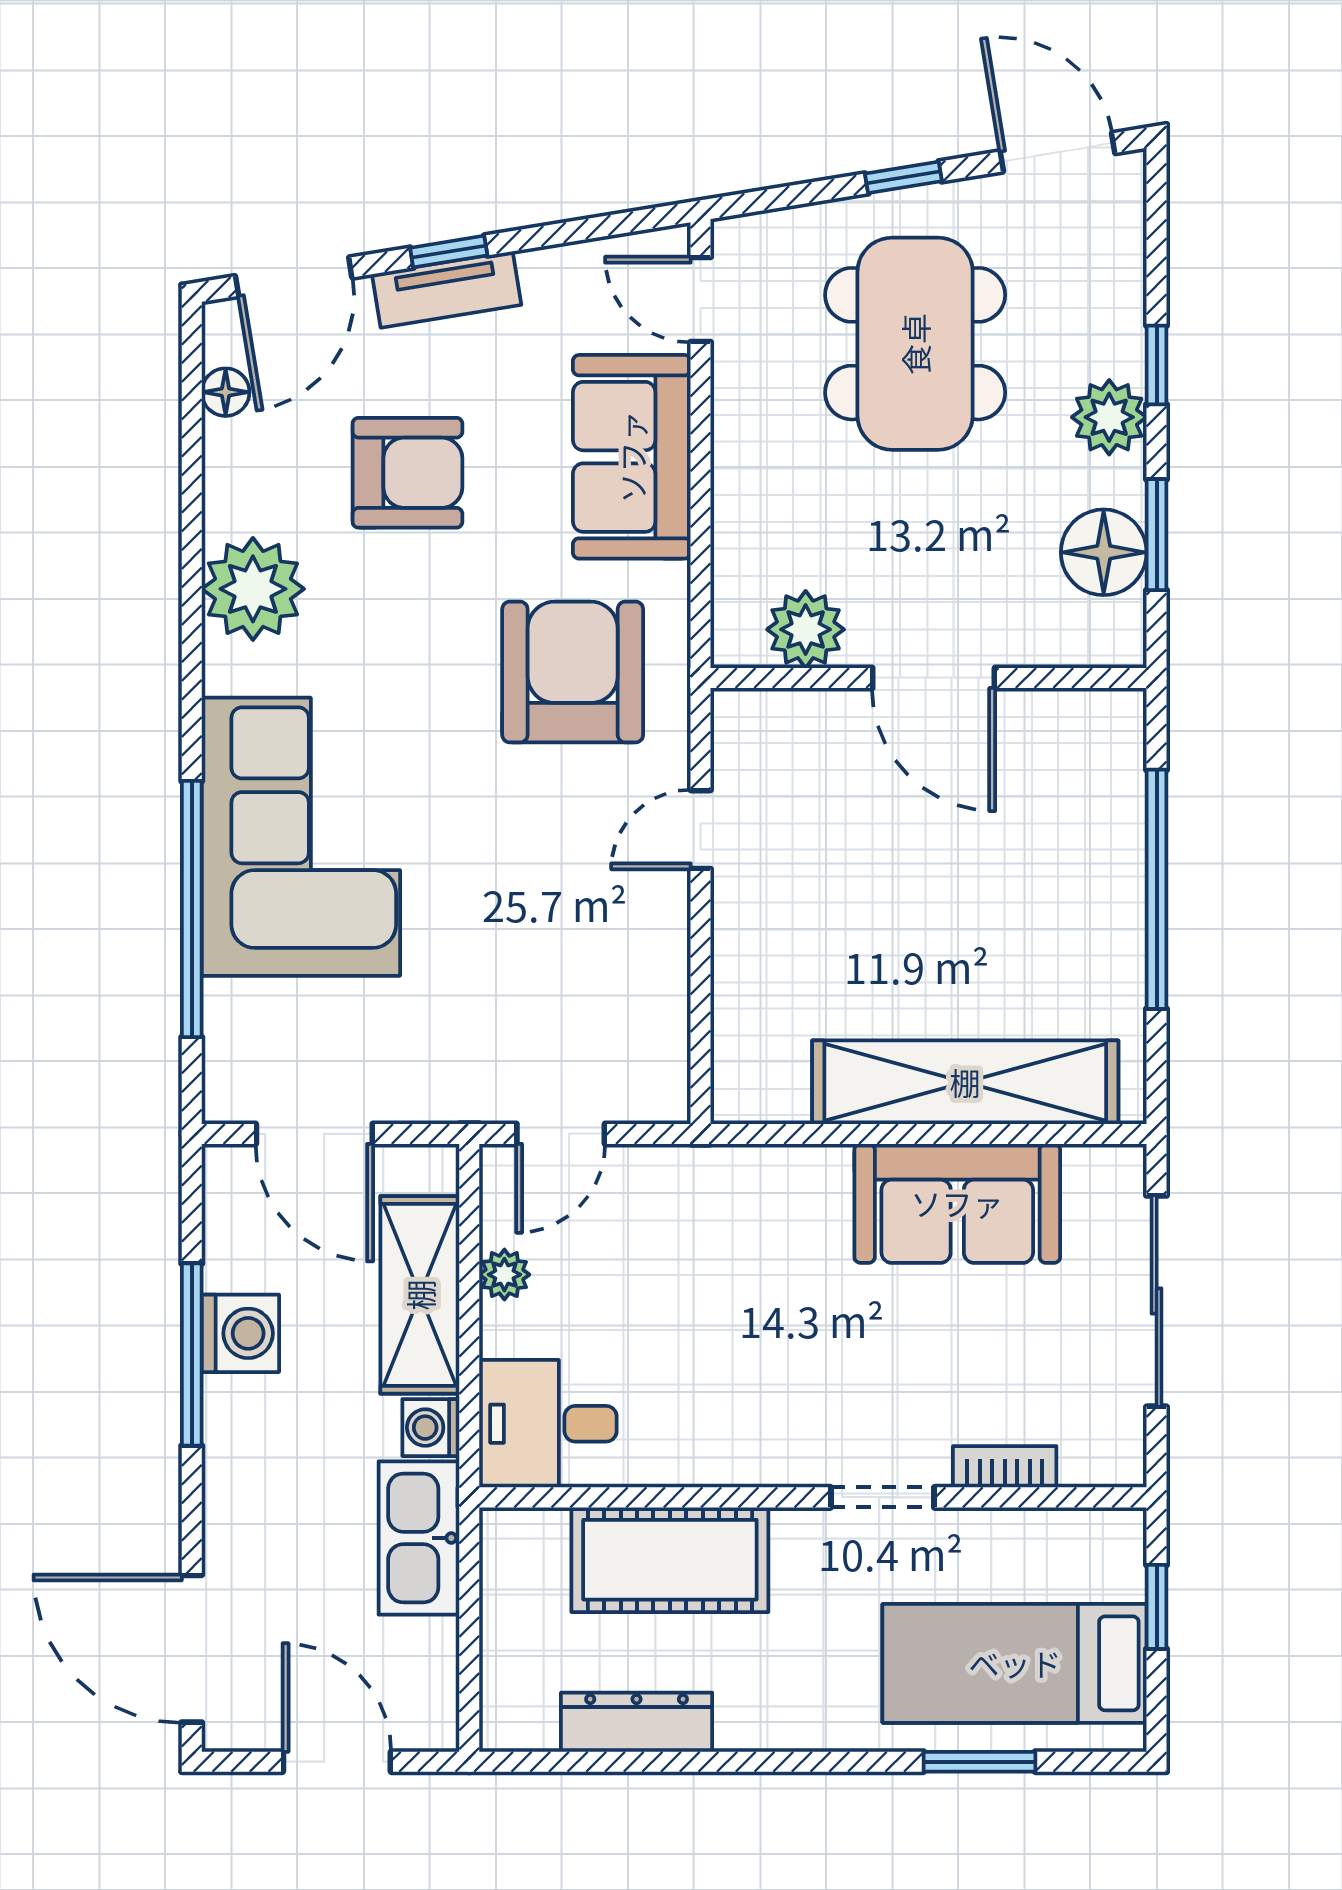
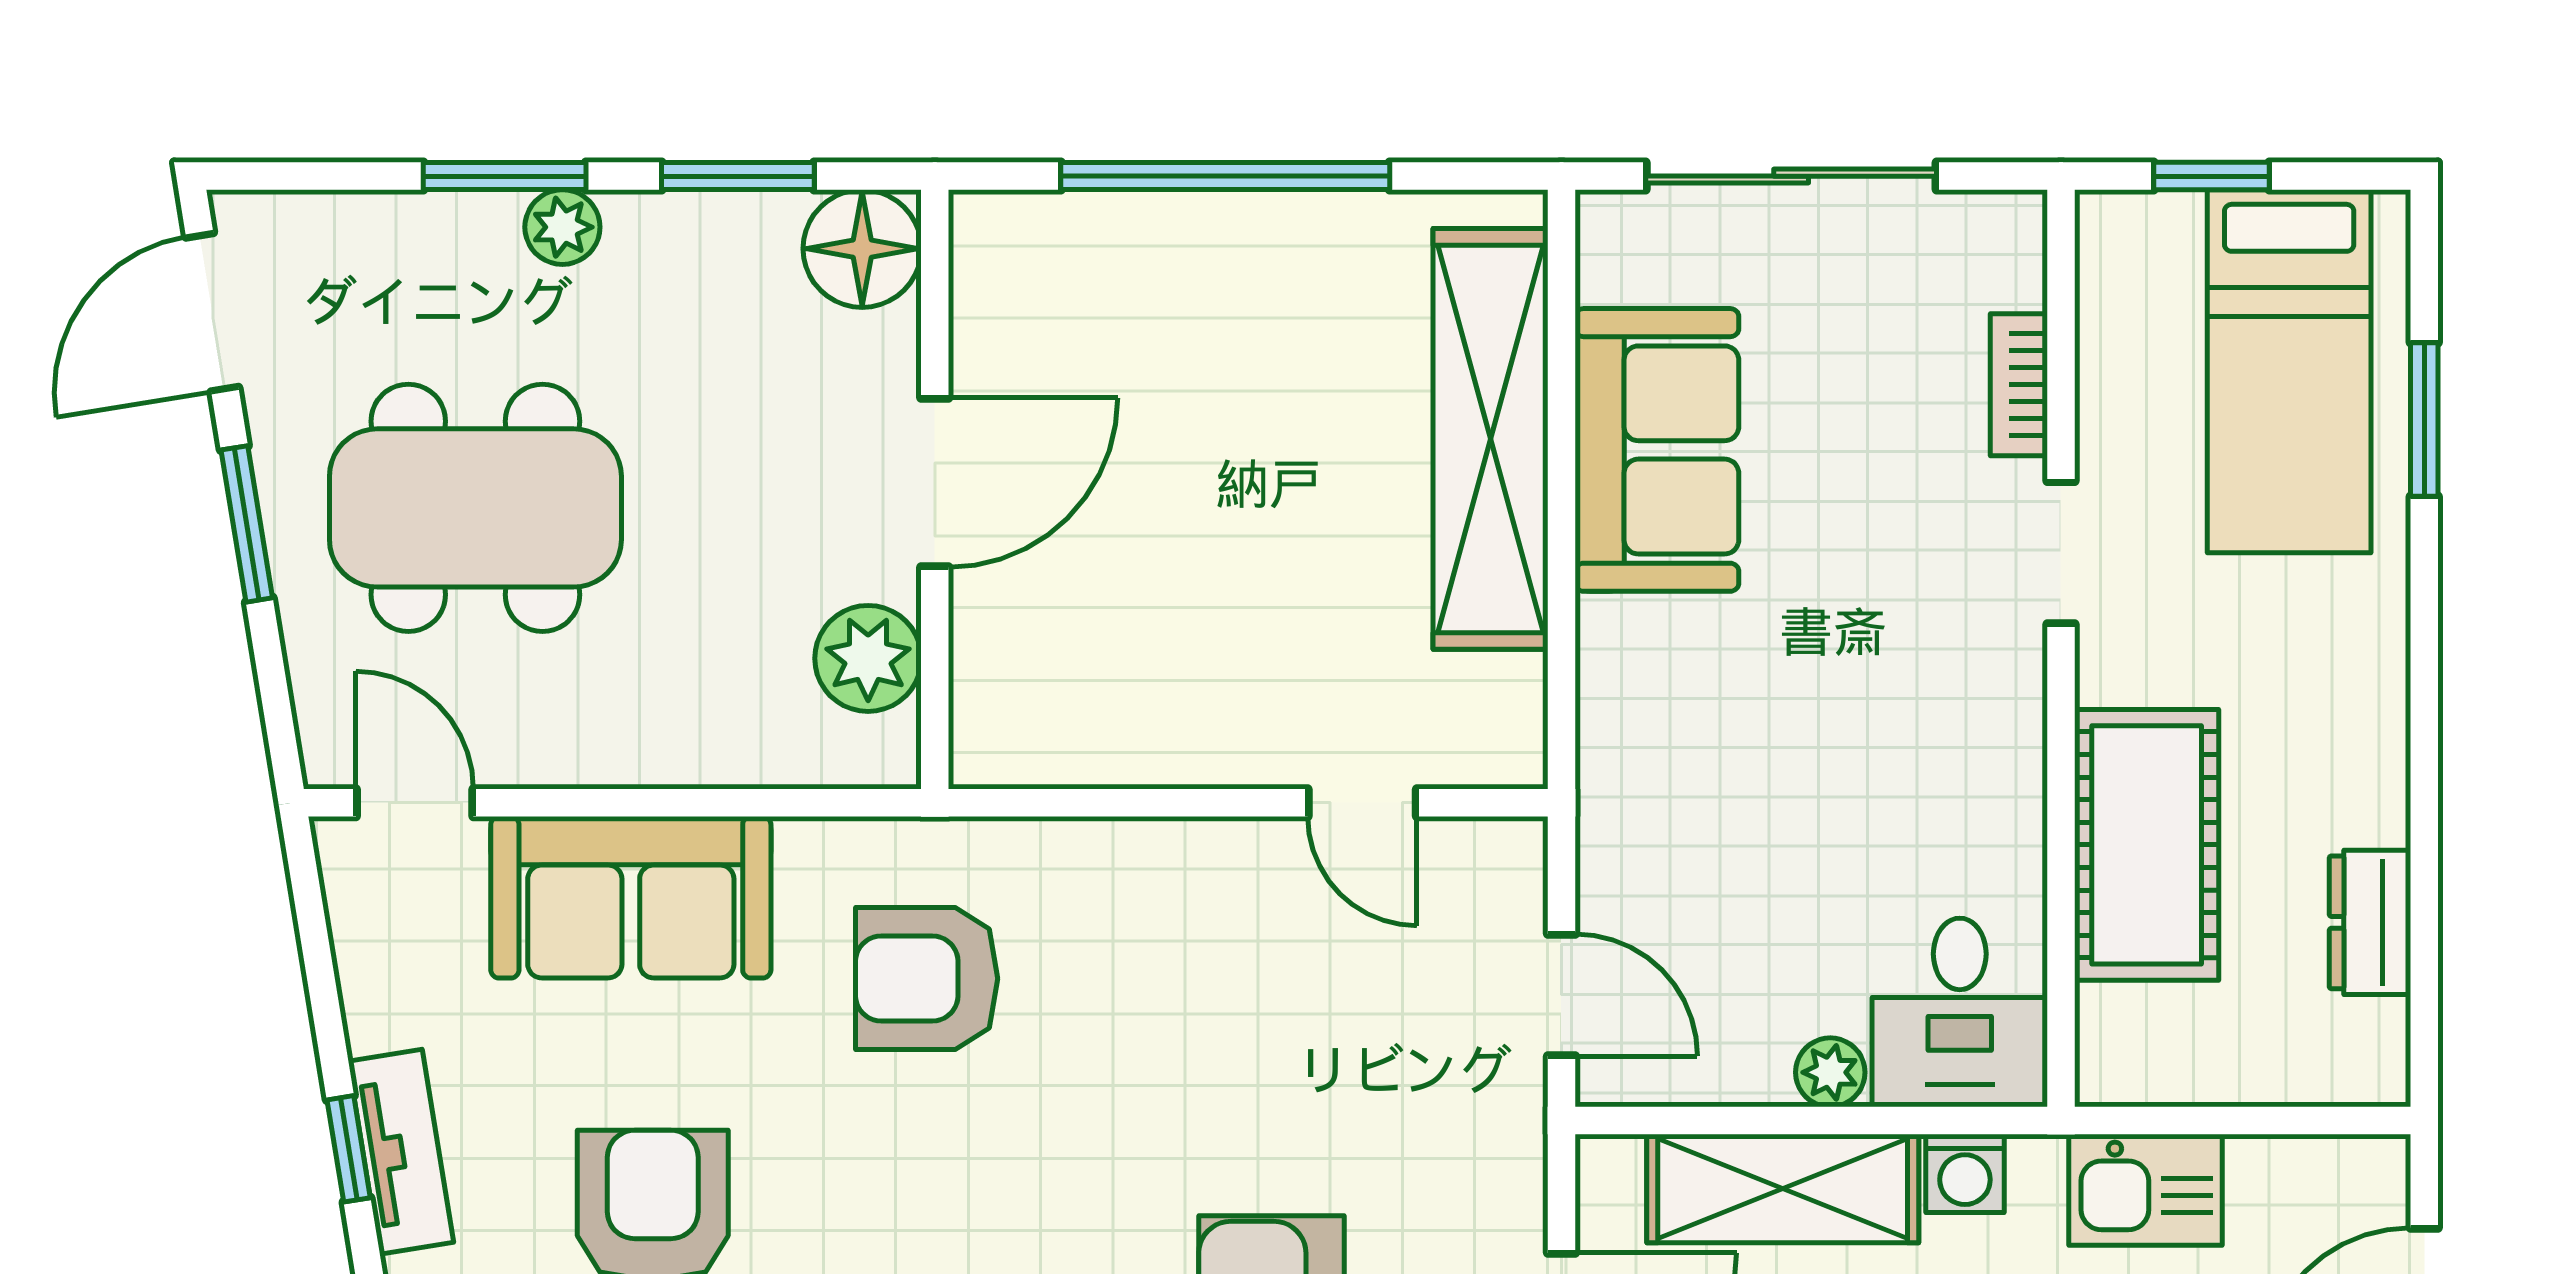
window: (903, 177) -> (247, 524), width x1.50
door: (701, 300) -> (415, 803), swing flipped
window: (1157, 365) -> (505, 176), width x1.50
plant: (1109, 417) -> (562, 227), width x0.73, depth x0.73
floor lamp: (1104, 552) -> (862, 249), moved
armchair: (573, 672) -> (927, 979), width x0.73, depth x0.73
door: (701, 830) -> (1362, 803), moved
plant: (504, 1275) -> (1830, 1072), moved
kitchen sink: (419, 1538) -> (2146, 1190), width x0.73
dresser: (637, 1722) -> (2370, 922), width x0.70

